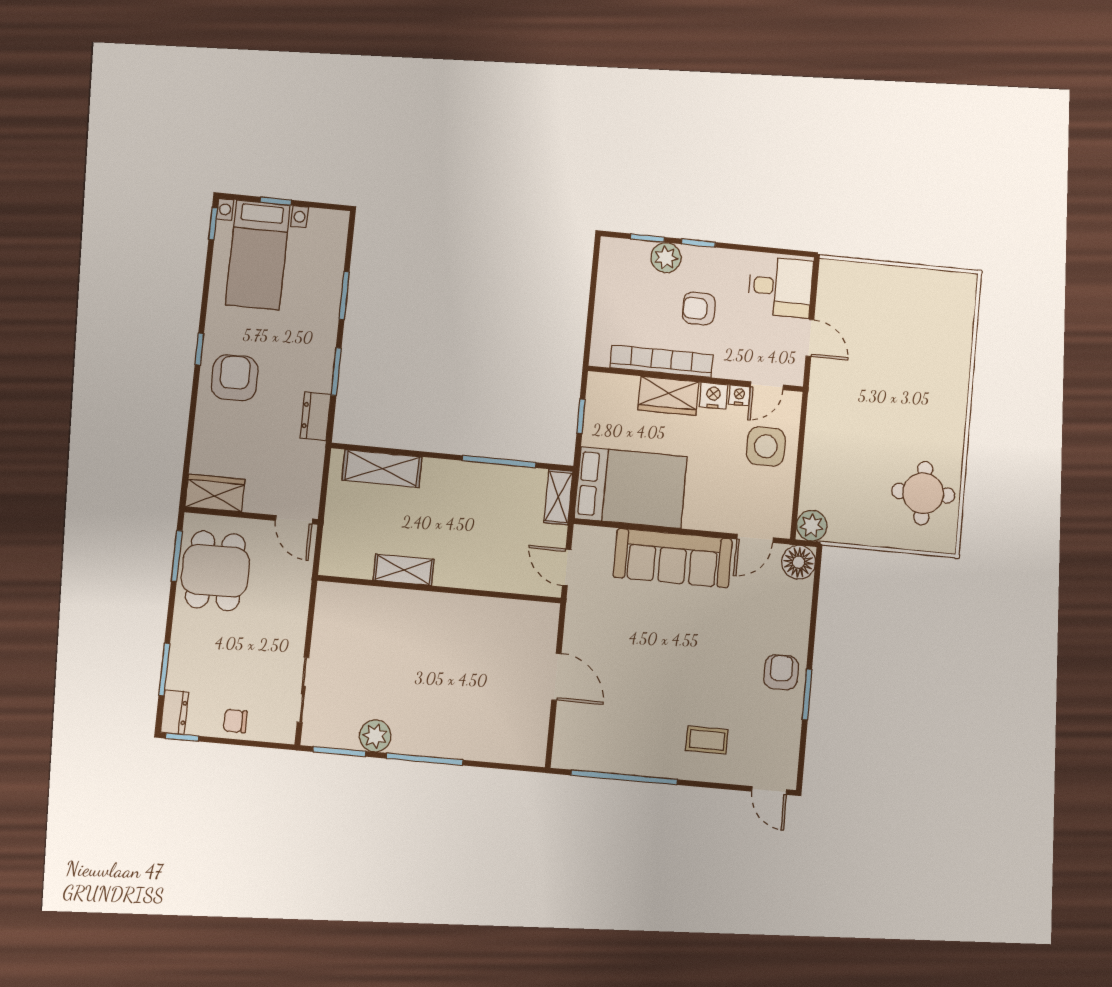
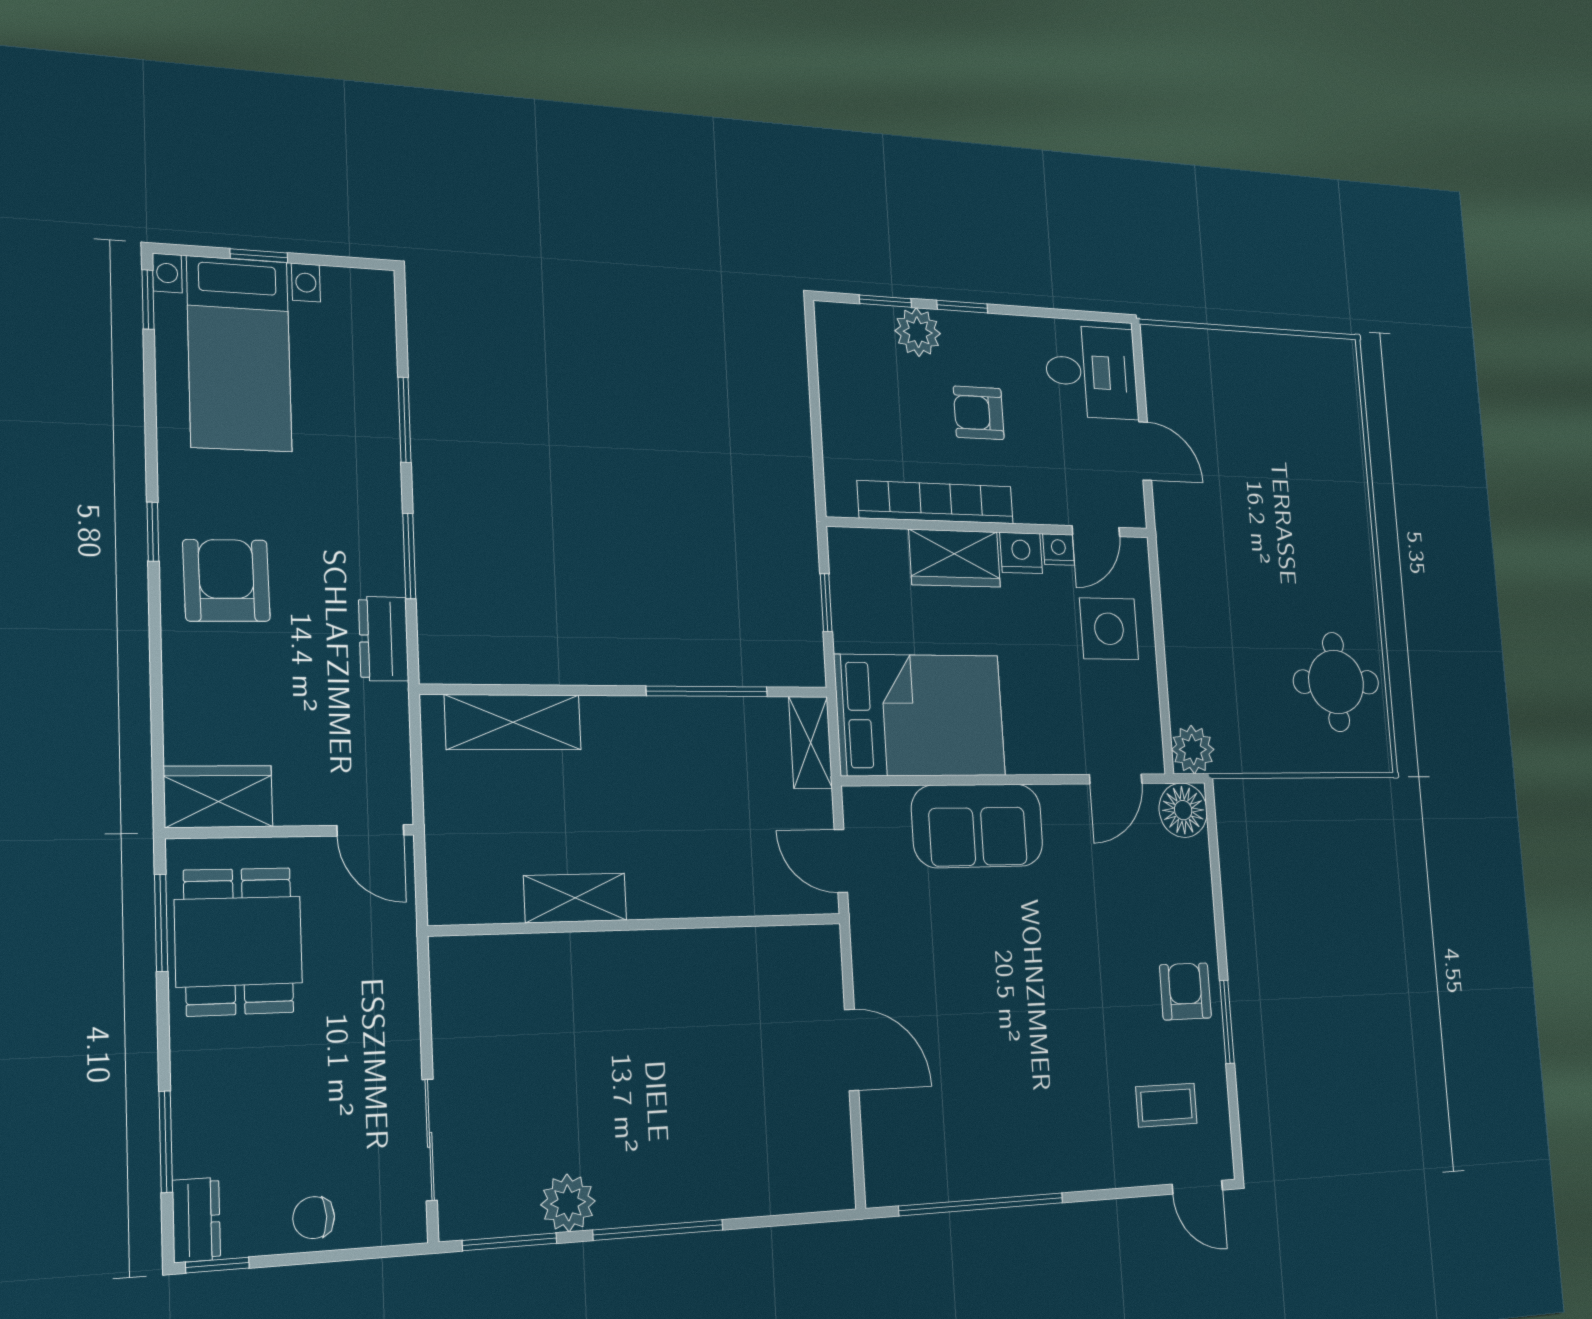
sofa: (673, 558) -> (977, 826), width x0.73
coffee table: (707, 740) -> (1166, 1105), moved

